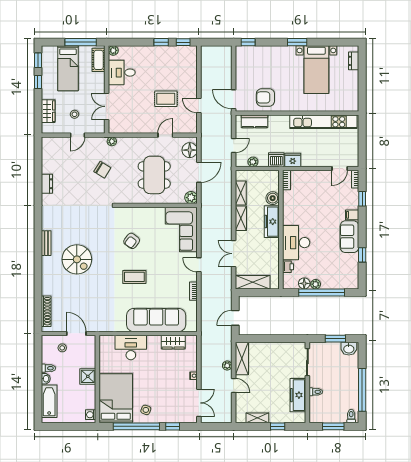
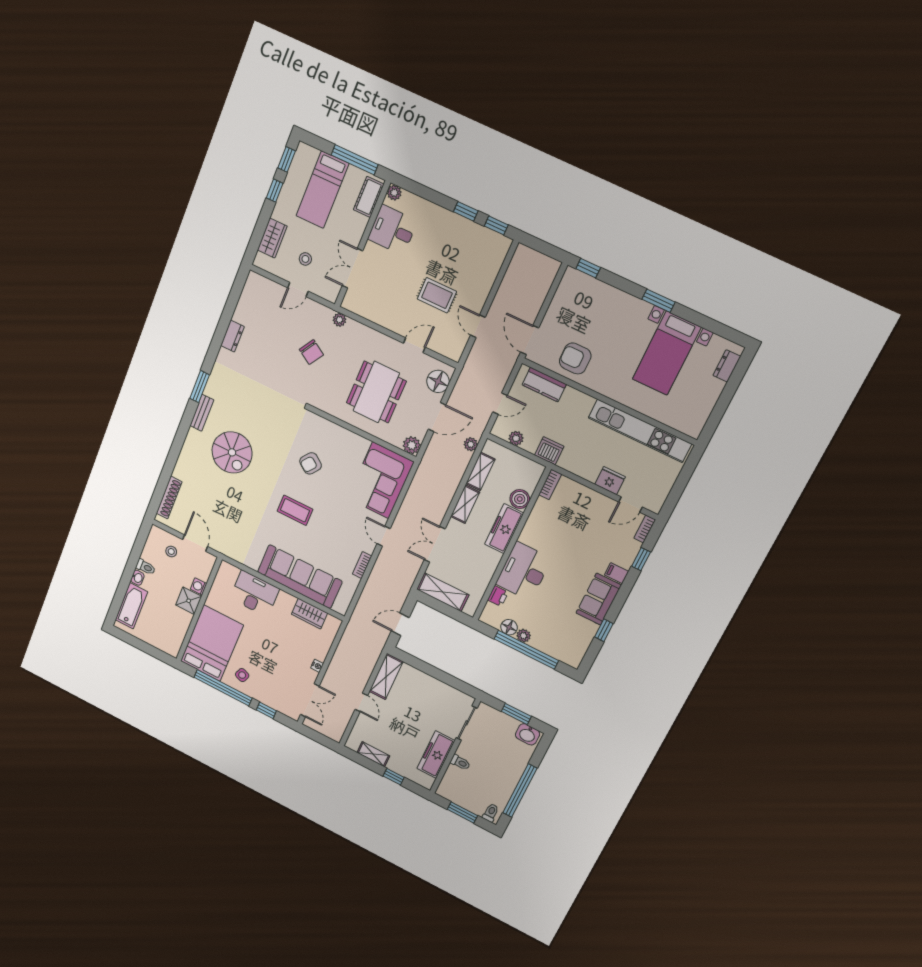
fridge: (293, 160) -> (610, 481), moved
window: (38, 227) -> (200, 387), added
plant: (227, 366) -> (471, 444), moved
washing machine: (91, 415) -> (199, 586), moved

